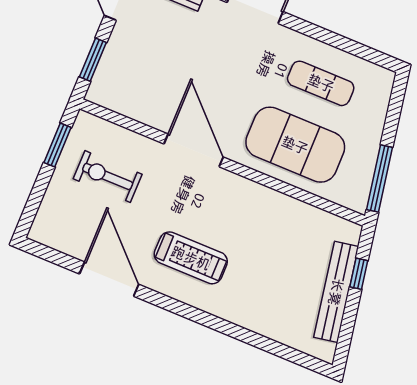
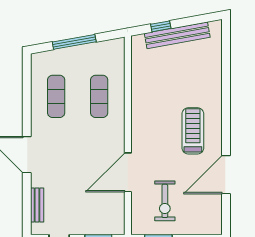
exercise mat: (295, 145) -> (99, 96), width x0.50, depth x0.69
door: (194, 150) -> (128, 172), moved
window: (379, 179) -> (74, 42), moved

